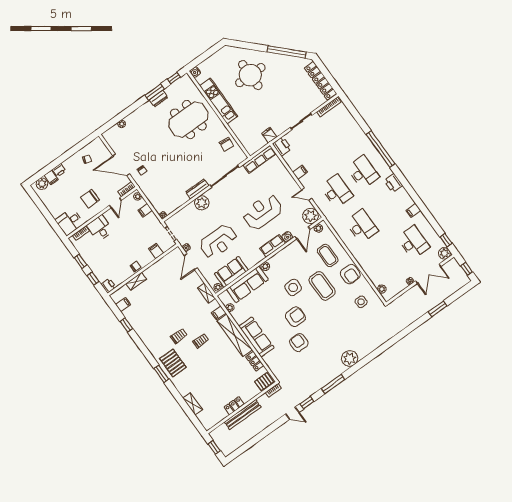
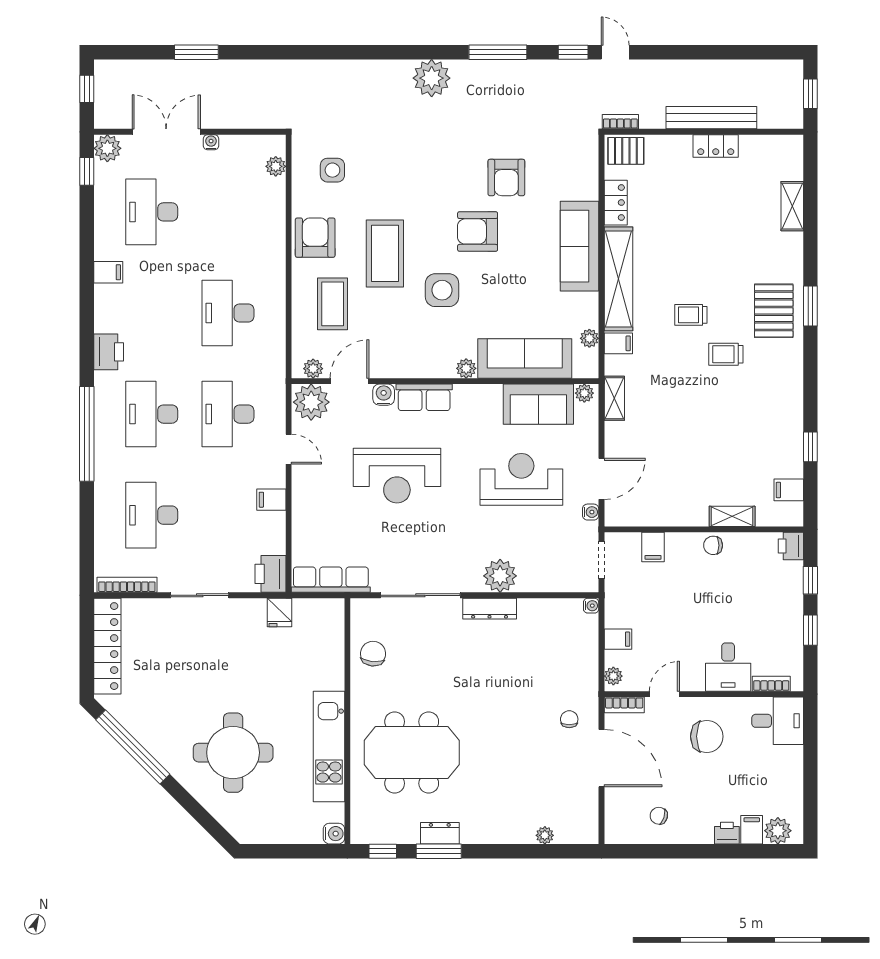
desk: (338, 137) -> (152, 515), added

